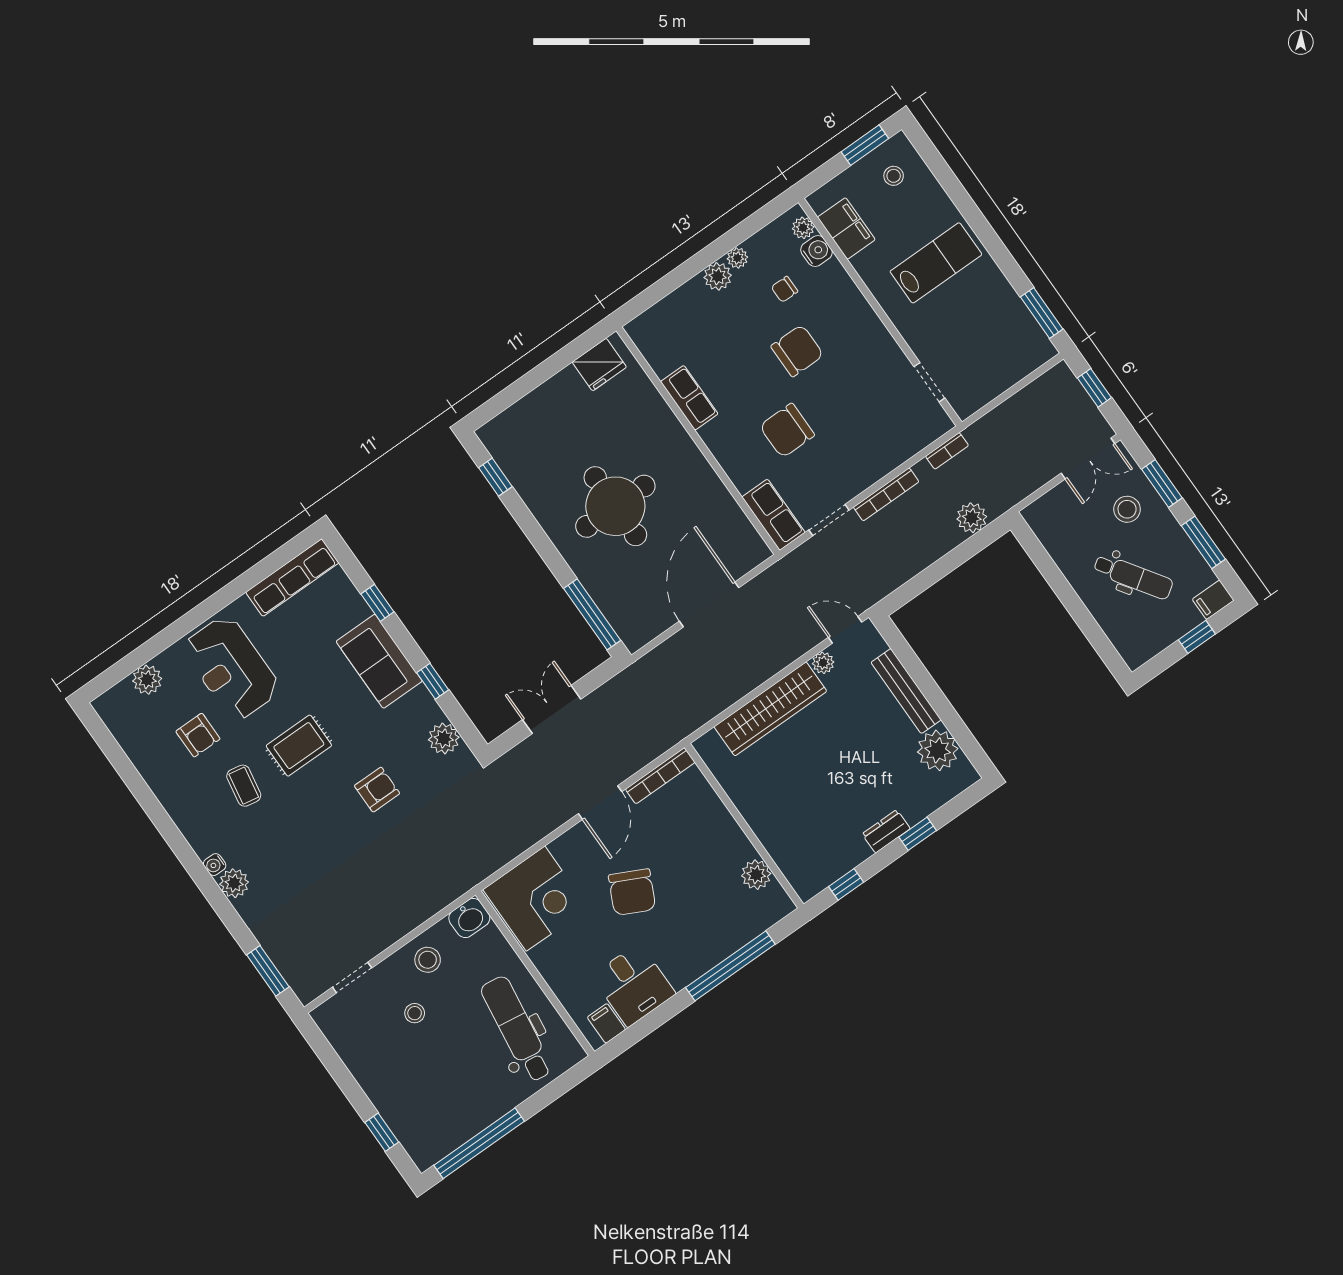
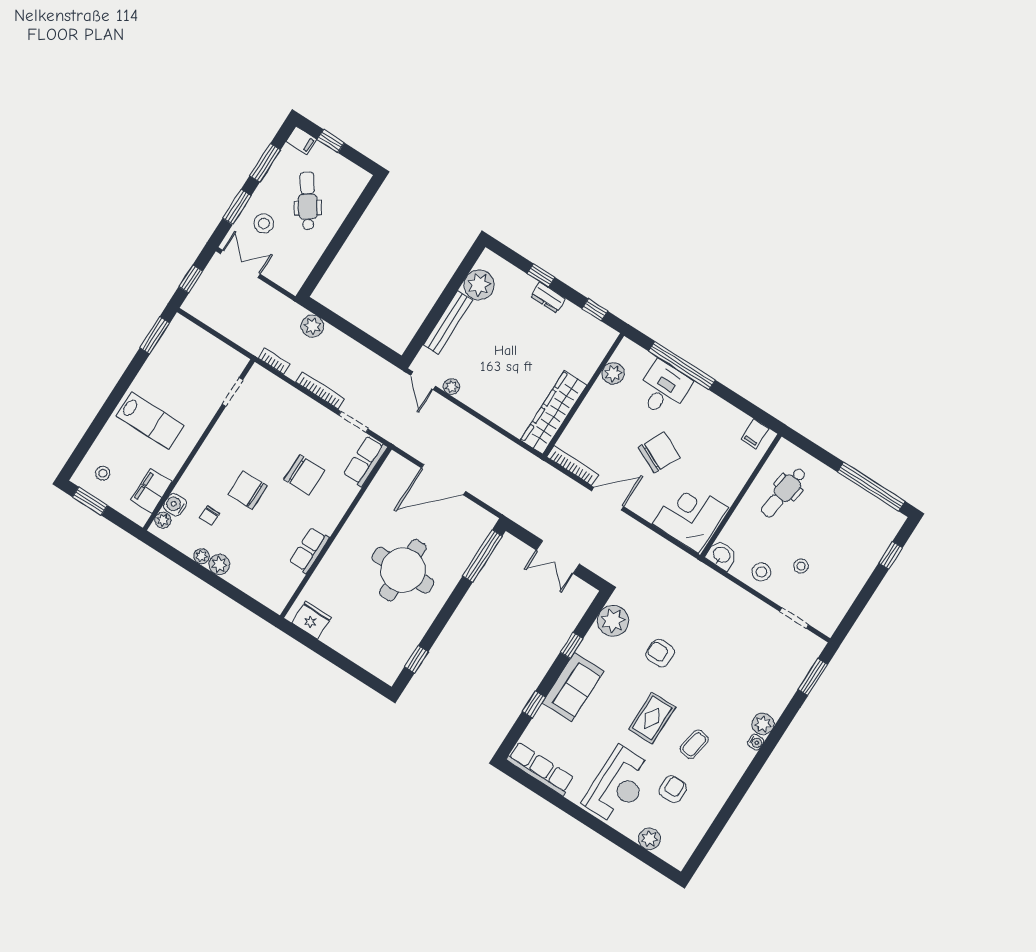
lab bench: (936, 263) -> (150, 421), turned 180
chair: (784, 289) -> (210, 516), turned 90
wardrobe: (770, 709) -> (554, 412), moved, turned -90
plant: (444, 738) -> (613, 621), width x1.36, depth x1.36
rug: (299, 746) -> (652, 718), turned 90
desk: (633, 985) -> (663, 389), moved
dental chair: (517, 1029) -> (784, 493), width x0.73, depth x0.72

